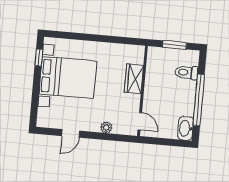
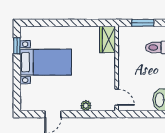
bed with nightstands: (68, 78) -> (46, 62), width x0.73
wardrobe: (134, 79) -> (108, 39), moved

